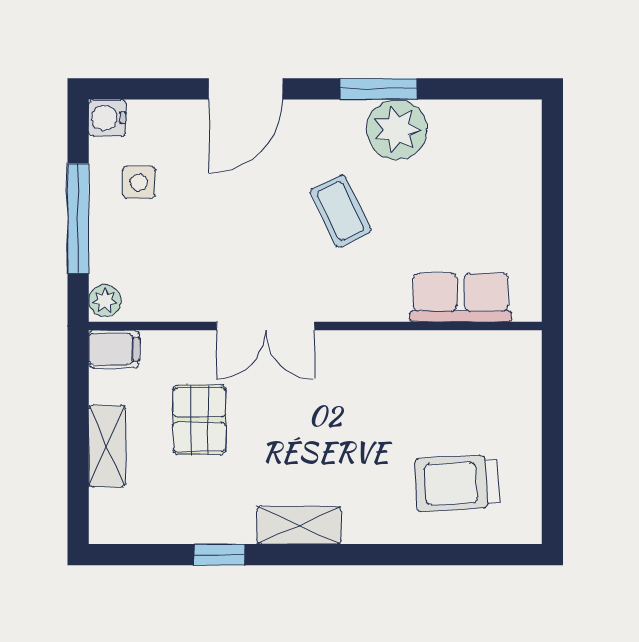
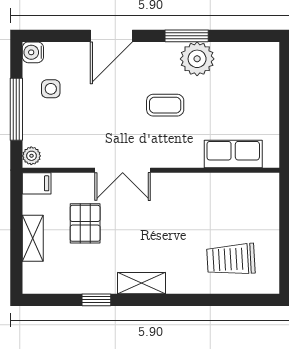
coffee table: (341, 211) -> (165, 105), turned -64

